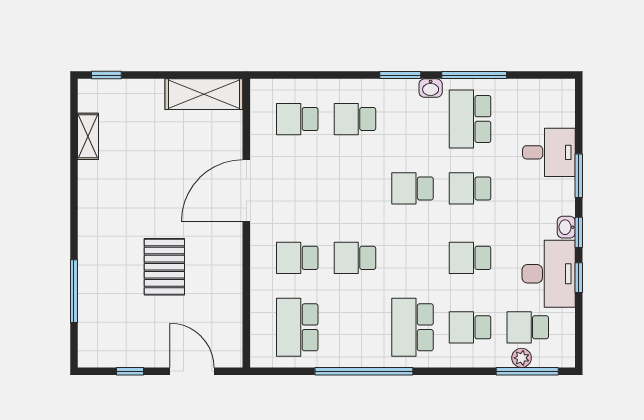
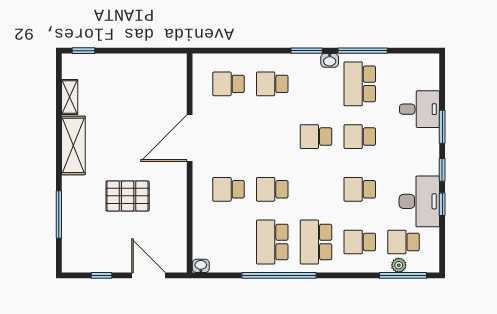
shelving: (204, 94) -> (73, 145), moved, turned 90
washbasin: (566, 227) -> (201, 266), moved, turned 90
pallet: (164, 267) -> (128, 196), turned 90
school desk: (297, 327) -> (272, 242), moved

